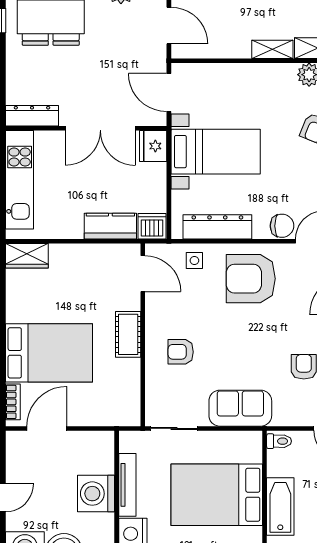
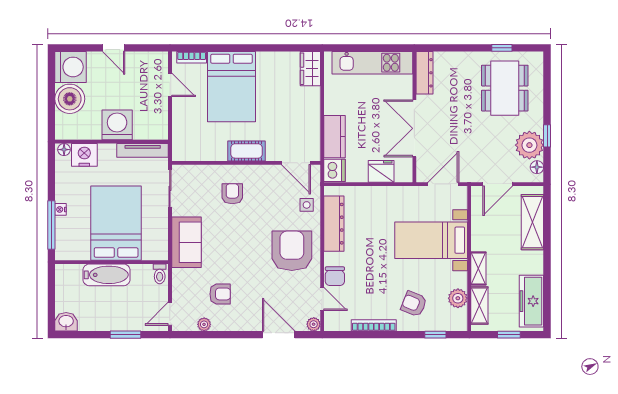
fridge: (153, 146) -> (381, 171), moved
bed with nightstands: (216, 152) -> (431, 240), moved, turned 90
door: (143, 274) -> (296, 163), hinge flipped
door: (47, 428) -> (170, 85), width x0.73
tv unit: (127, 485) -> (143, 150), moved

